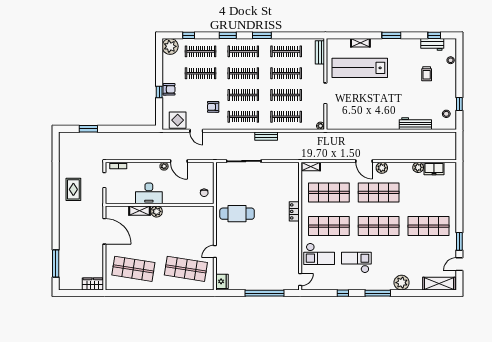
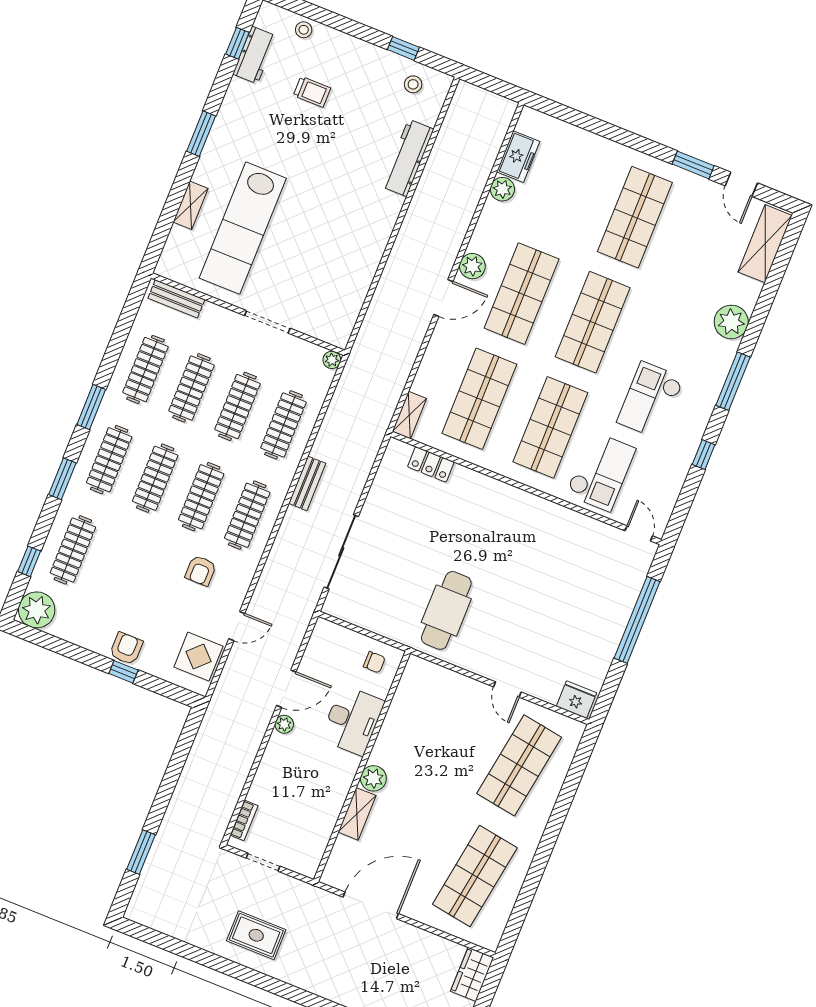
clothes rail: (201, 73) -> (119, 568), removed
desk: (149, 193) -> (352, 720), moved
locker: (294, 211) -> (431, 464), moved

